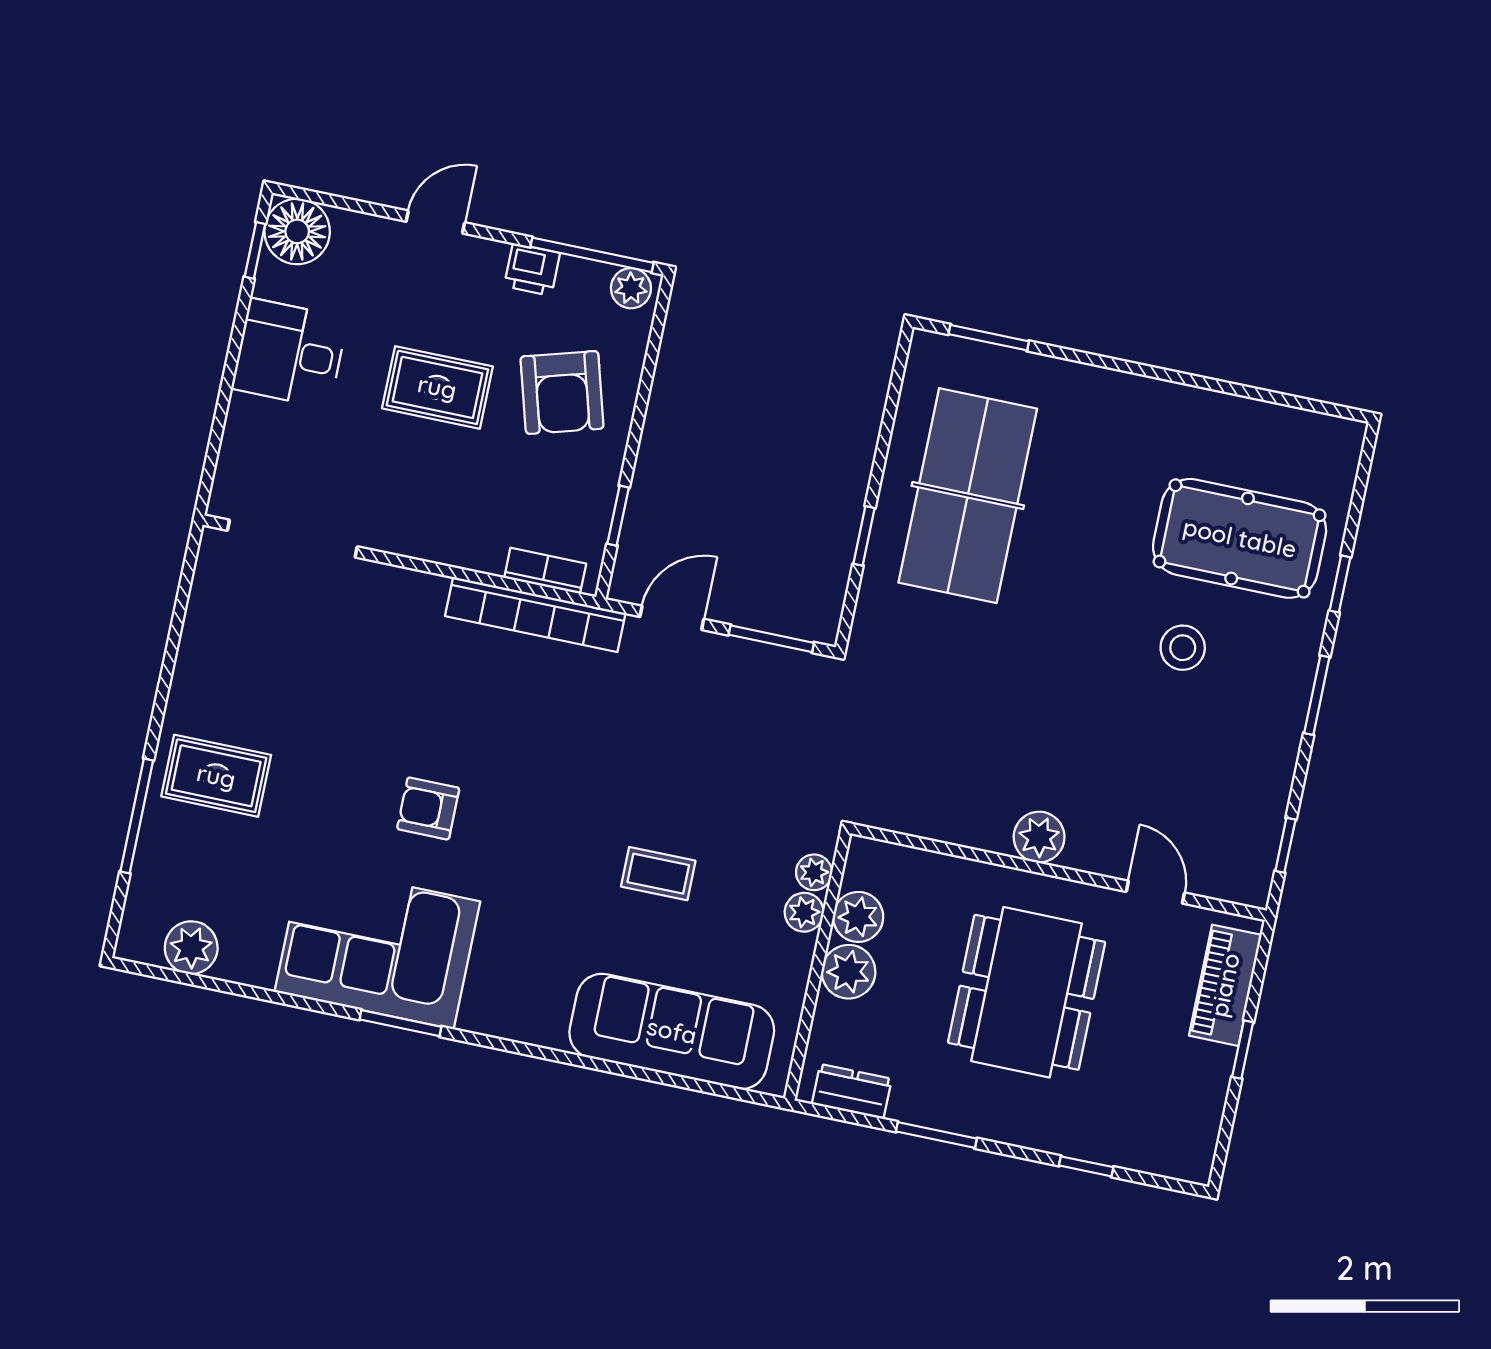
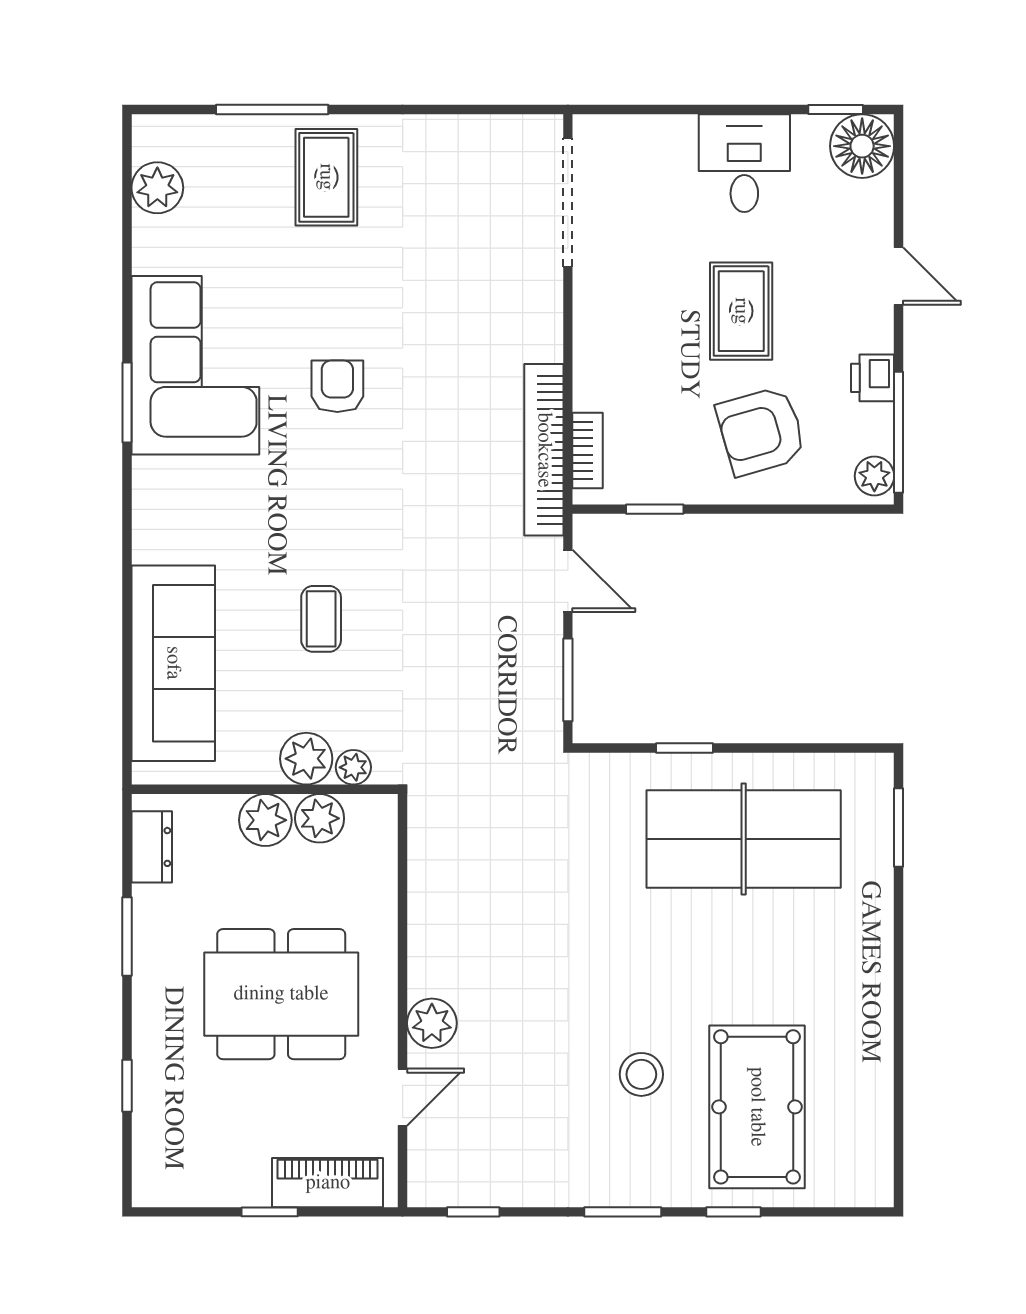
plant: (1039, 837) -> (432, 1023), moved
plant: (804, 912) -> (306, 759), width x1.38, depth x1.38

